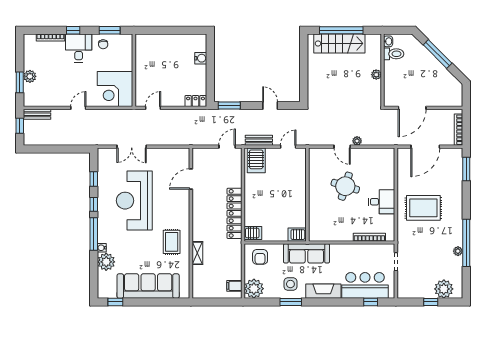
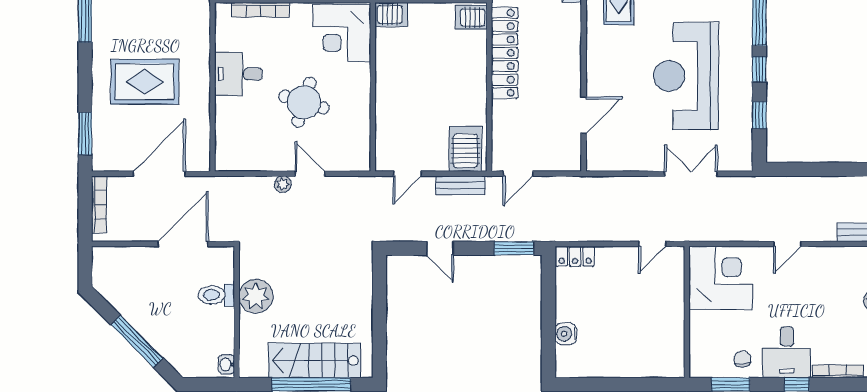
toilet: (394, 54) -> (216, 295), moved
plant: (376, 75) -> (256, 296), width x1.87, depth x1.87
reception desk: (134, 201) -> (686, 76), turned 180
rug: (423, 208) -> (145, 82), moved
corner desk: (324, 224) -> (342, 33), added

